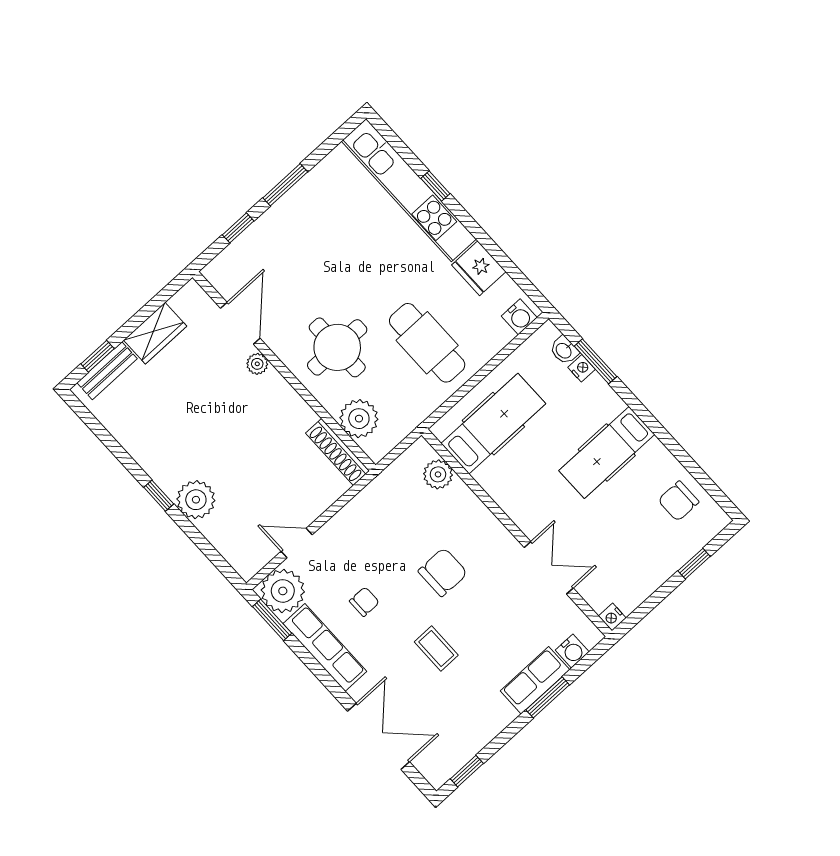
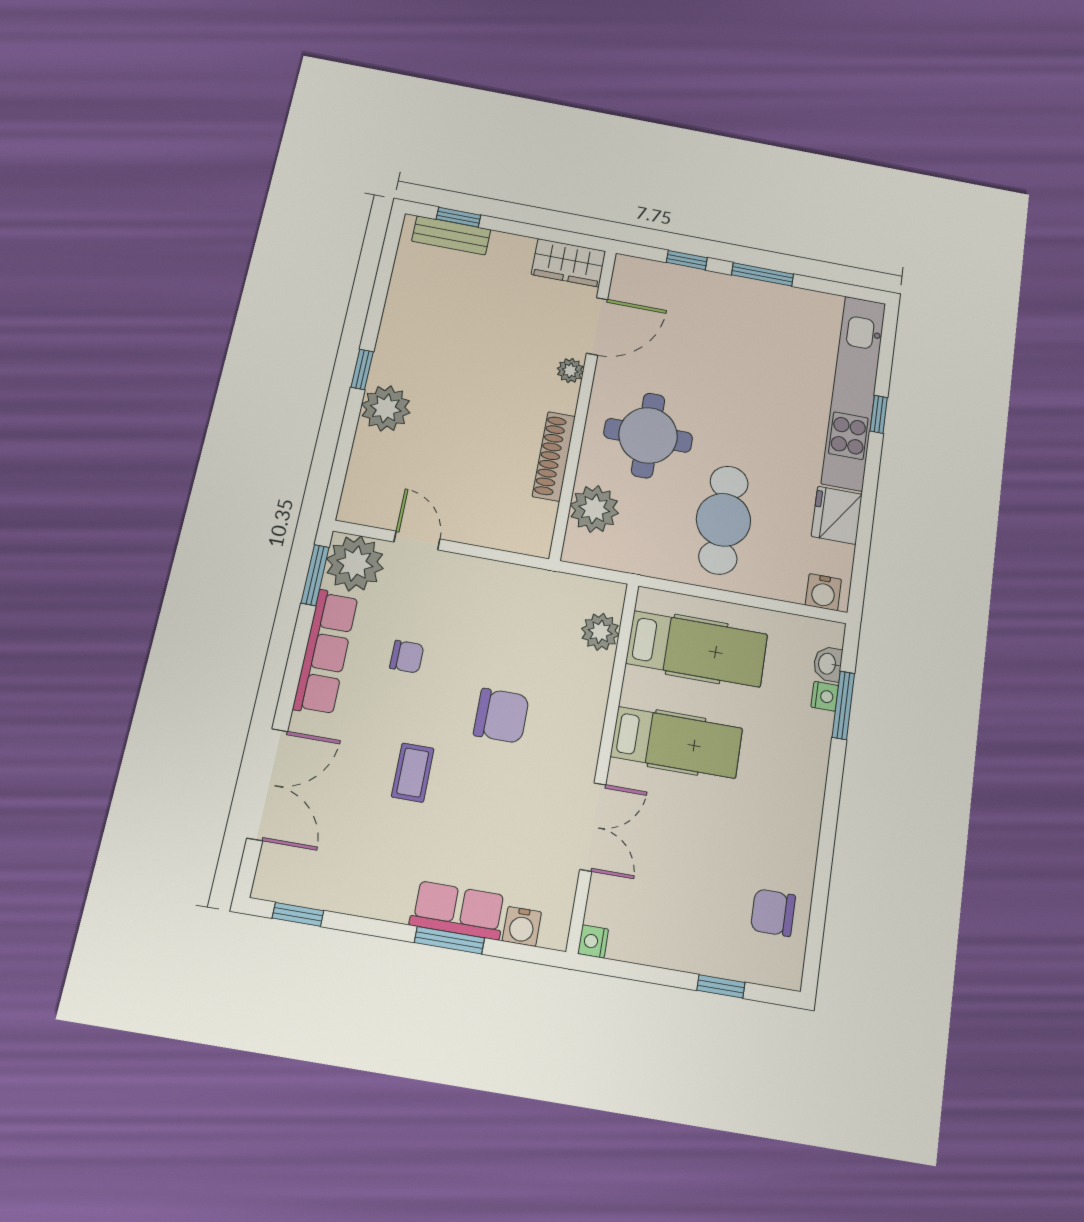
wardrobe: (155, 333) -> (569, 263), moved
shoe rack: (337, 452) -> (554, 456), moved
hospital bed: (607, 453) -> (677, 742), moved, turned 180

